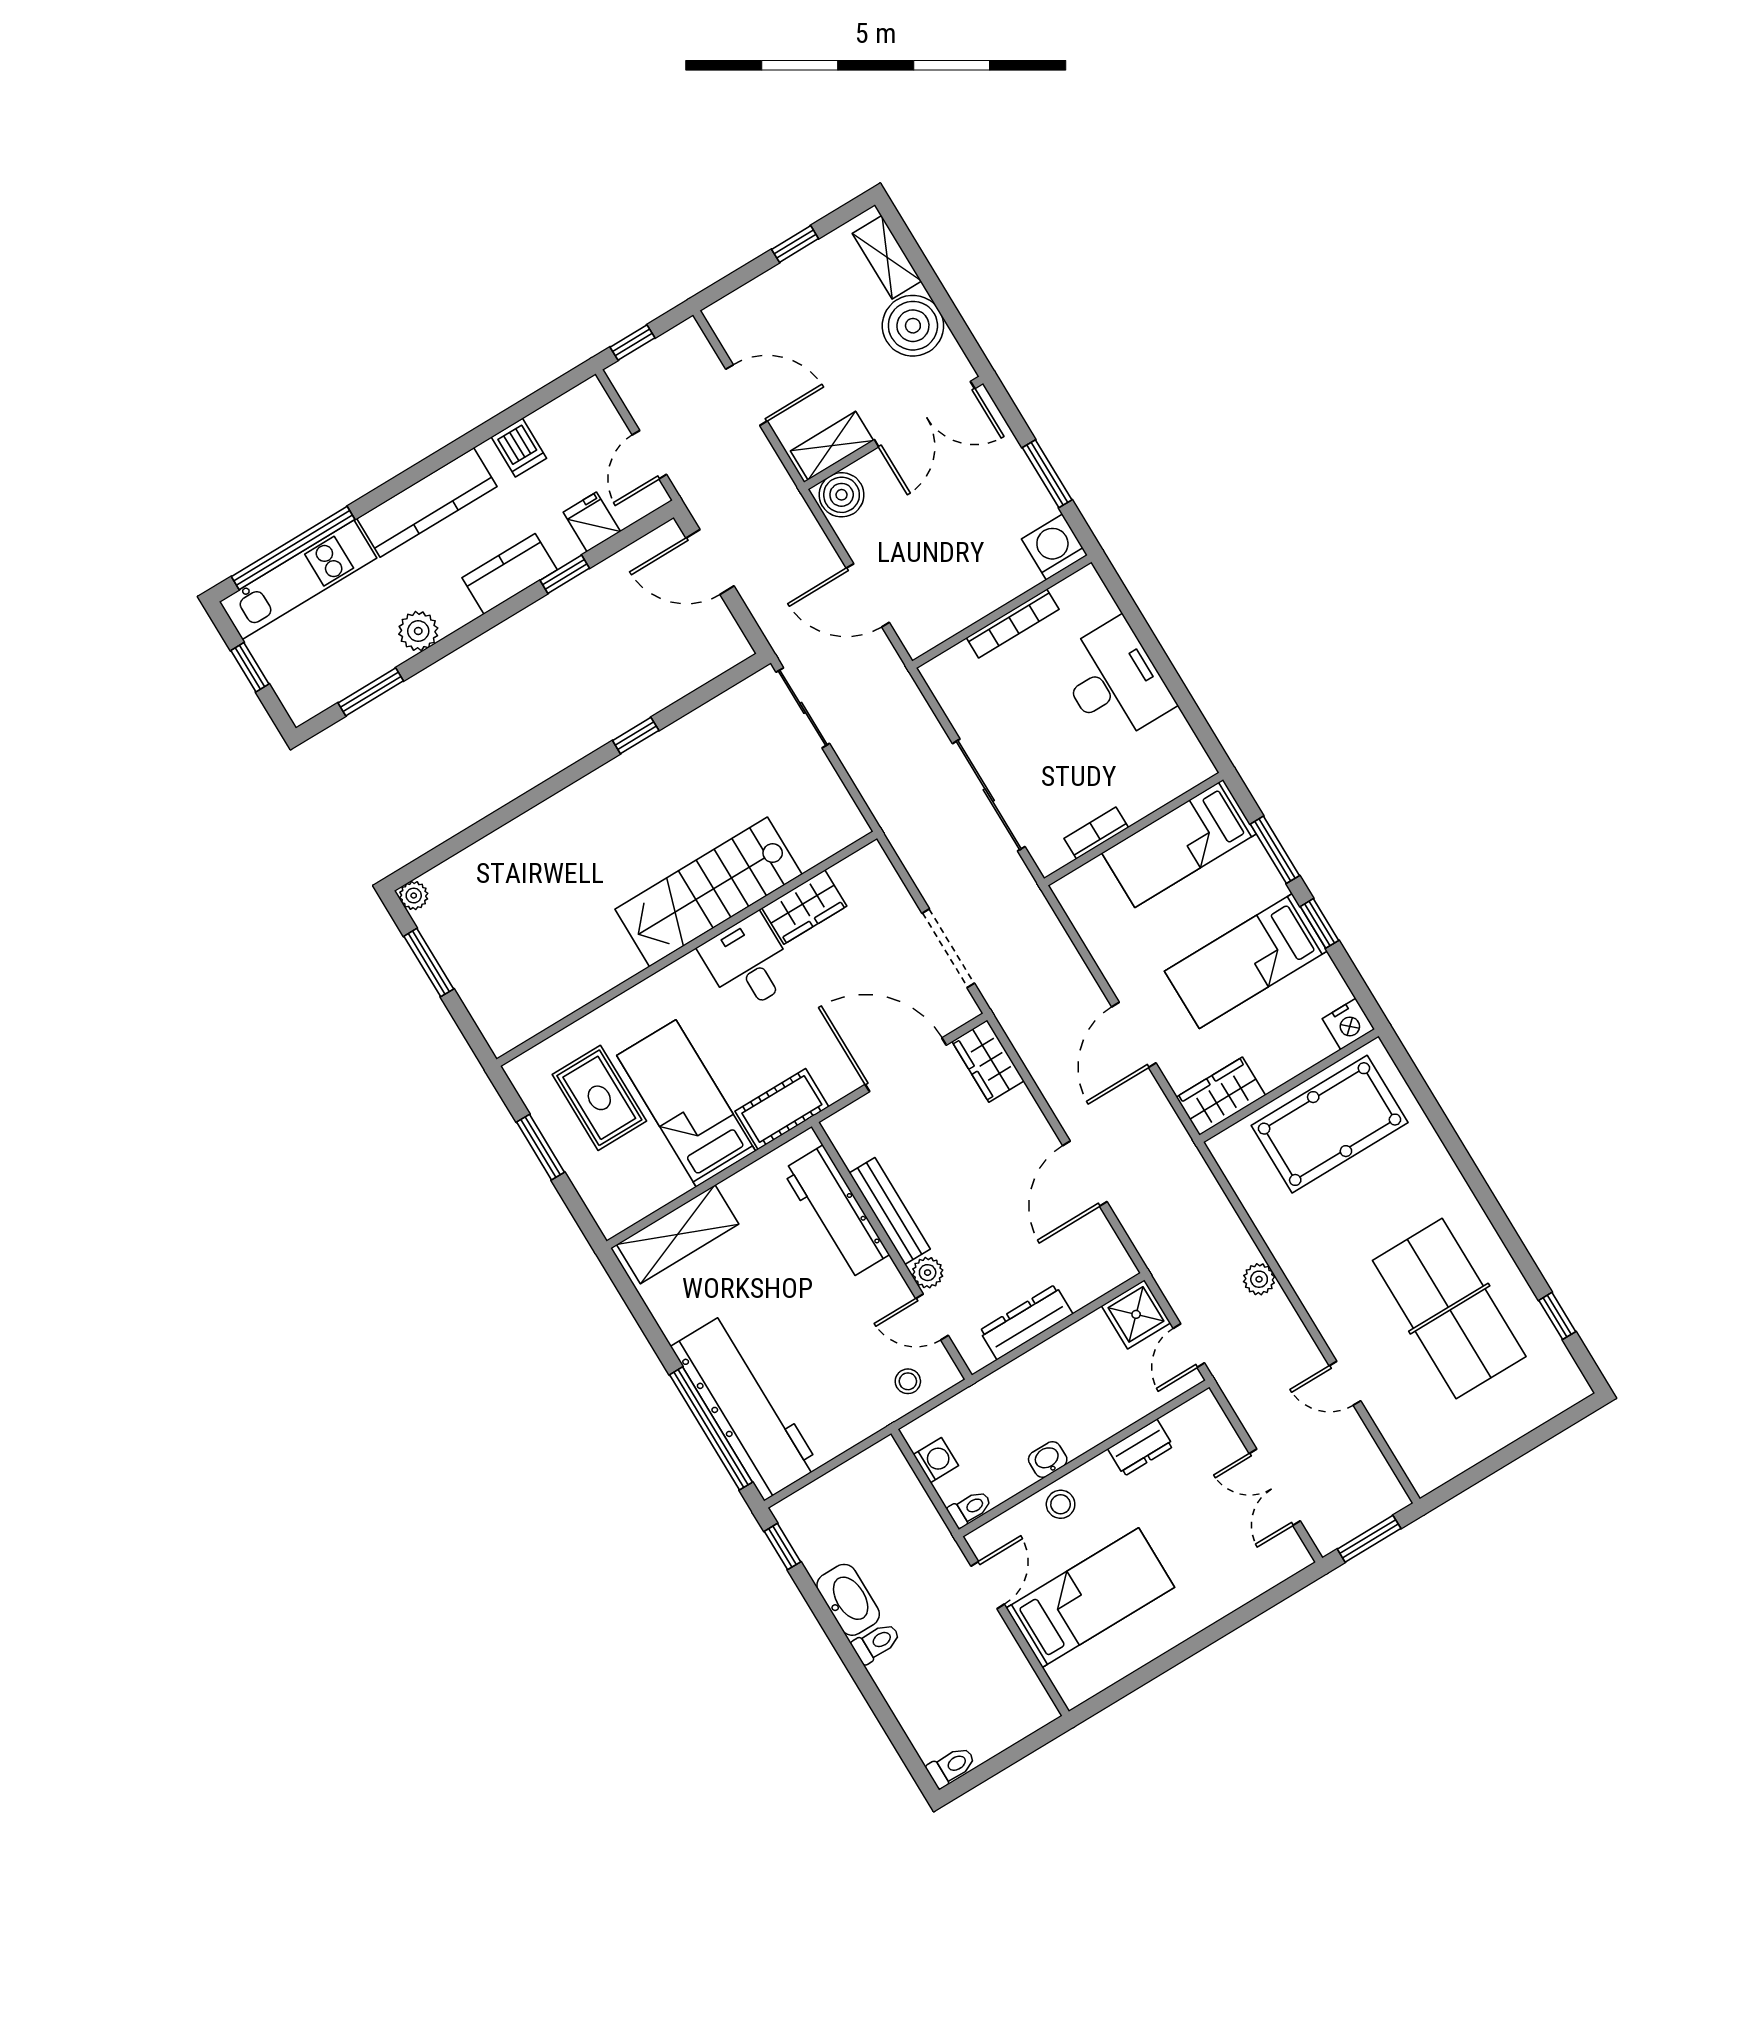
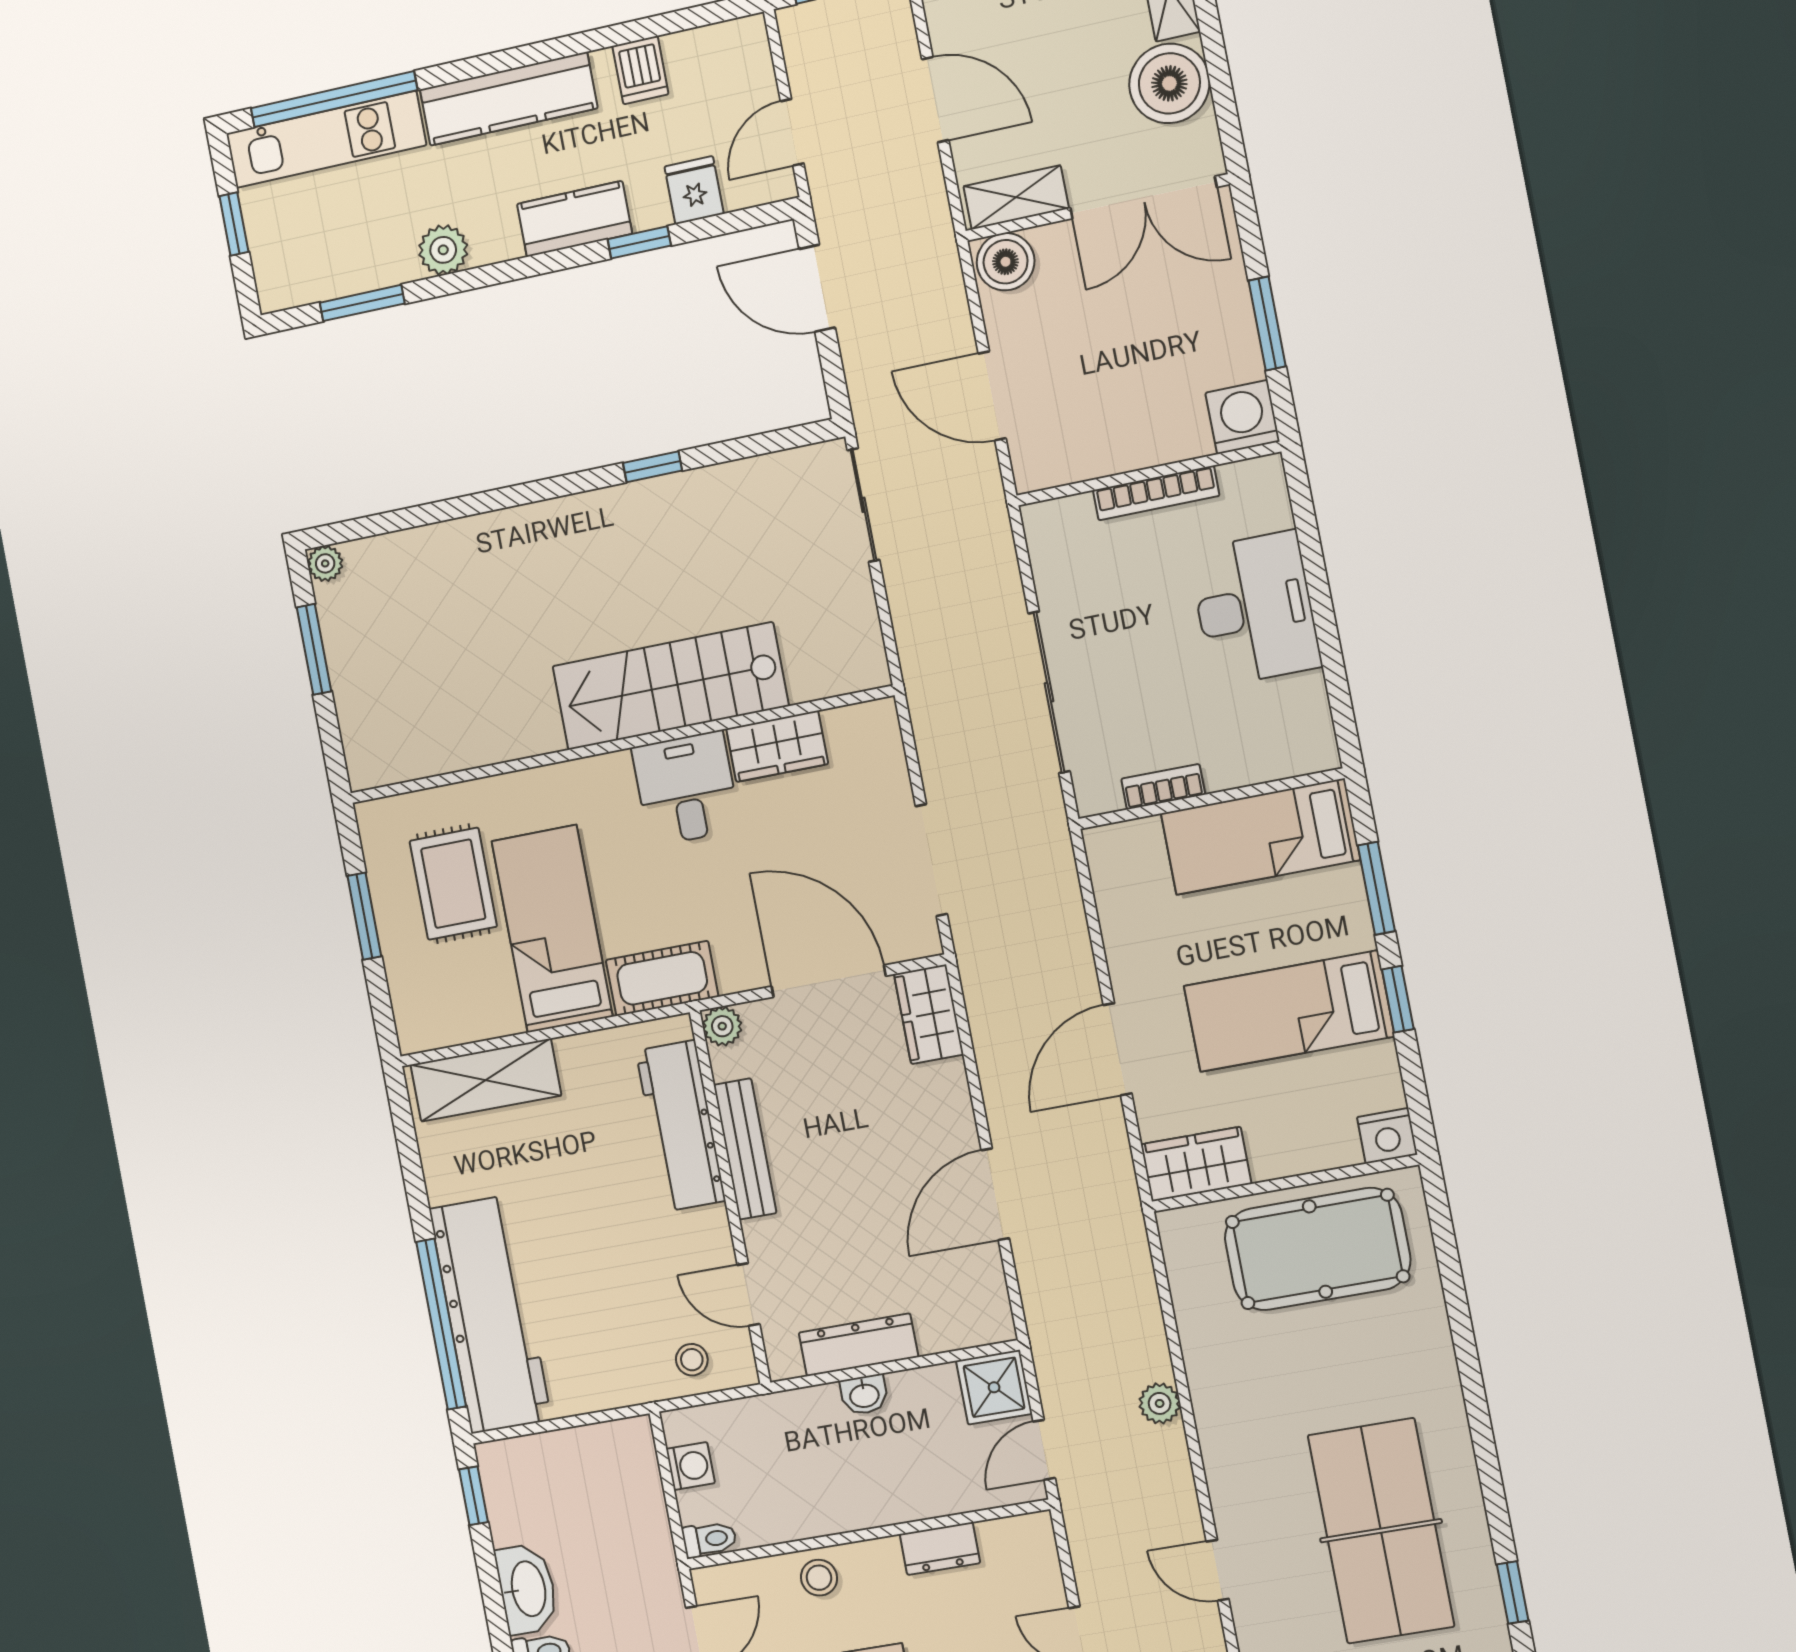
plant: (928, 1273) -> (722, 1026), moved
washbasin: (1048, 1459) -> (864, 1395), moved, turned 180

